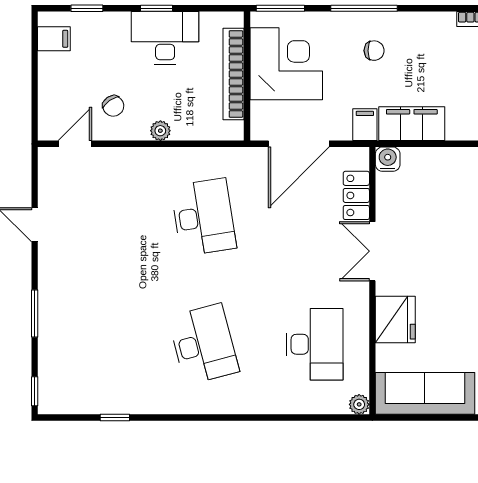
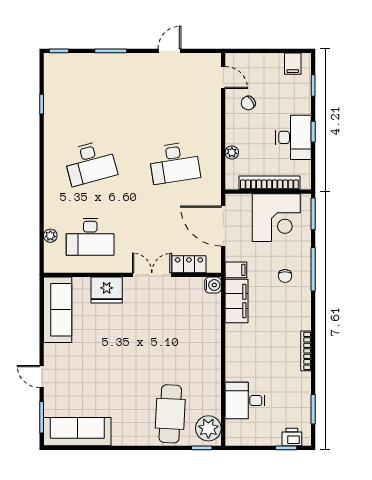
plant: (160, 131) -> (232, 152), moved
plant: (359, 404) -> (50, 236), moved

